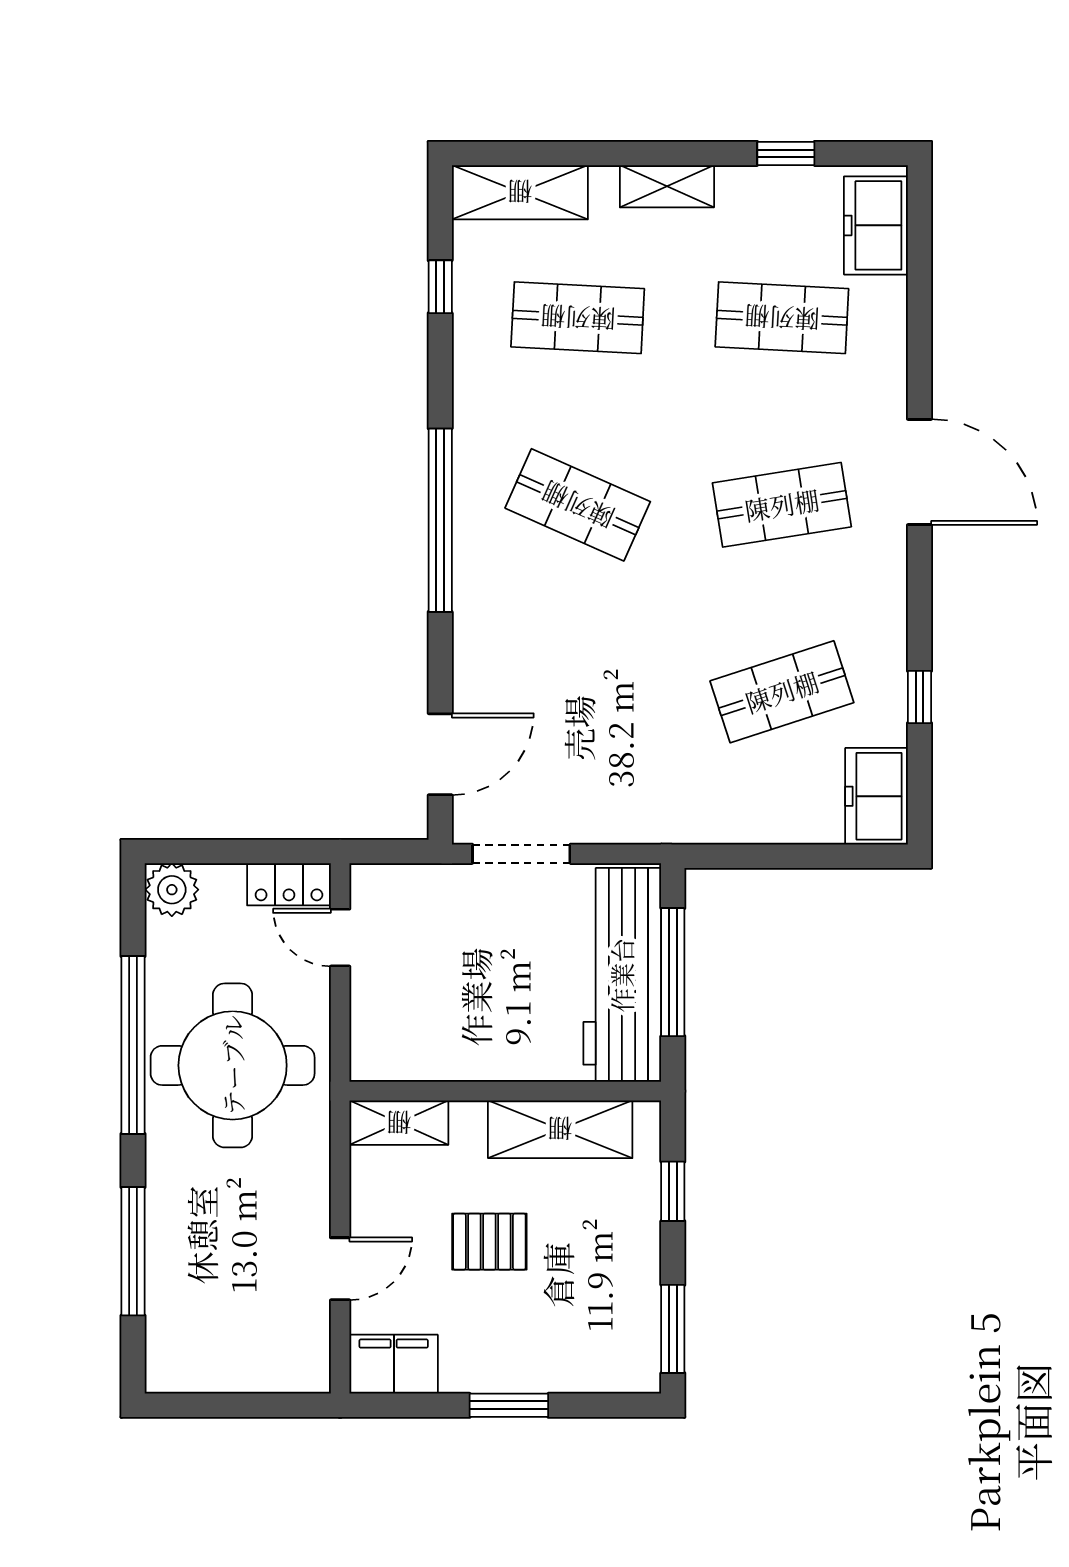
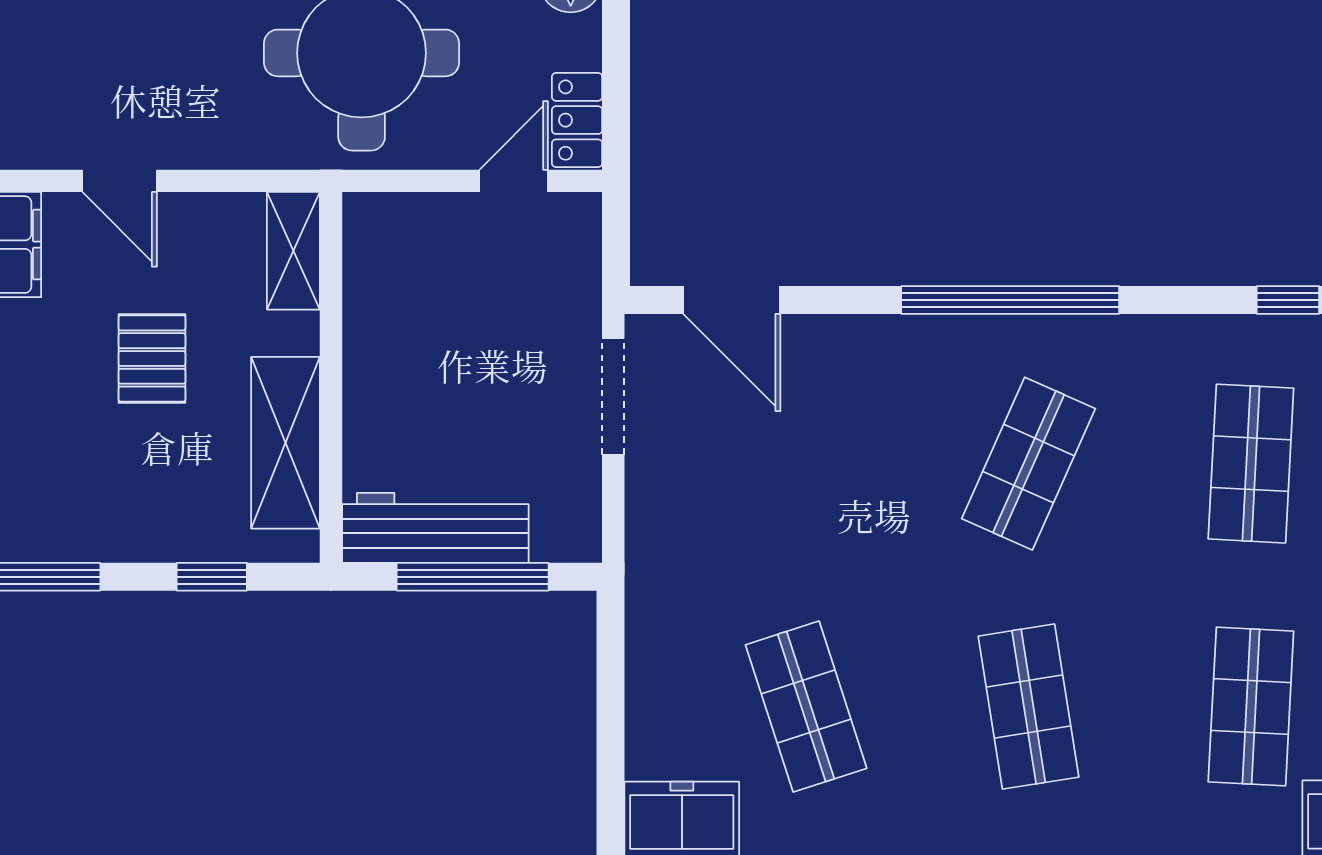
workbench: (622, 975) -> (435, 528), width x0.73, depth x0.76

